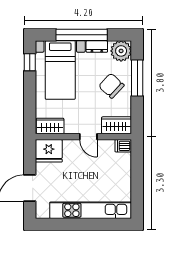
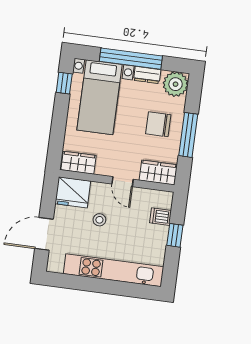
window: (137, 78) -> (188, 135), moved
chair: (111, 86) -> (158, 124), turned -43
dishwasher: (123, 146) -> (161, 217), moved
stool: (74, 170) -> (99, 220), added
window: (137, 175) -> (175, 235), added

